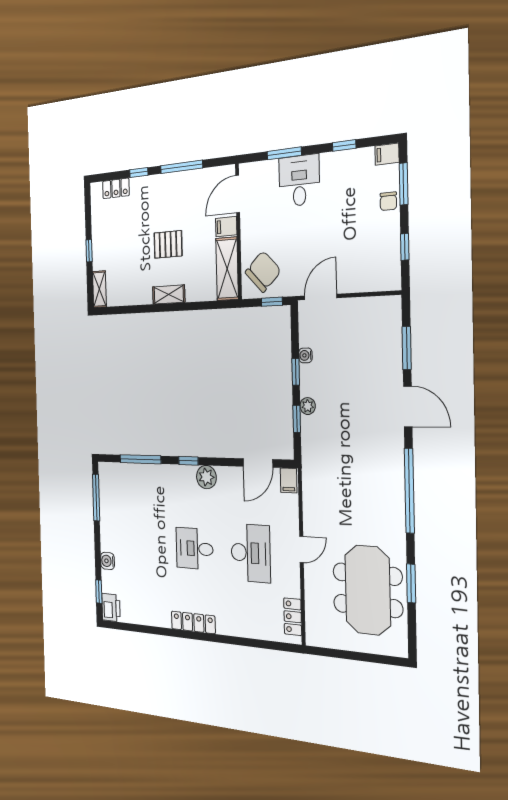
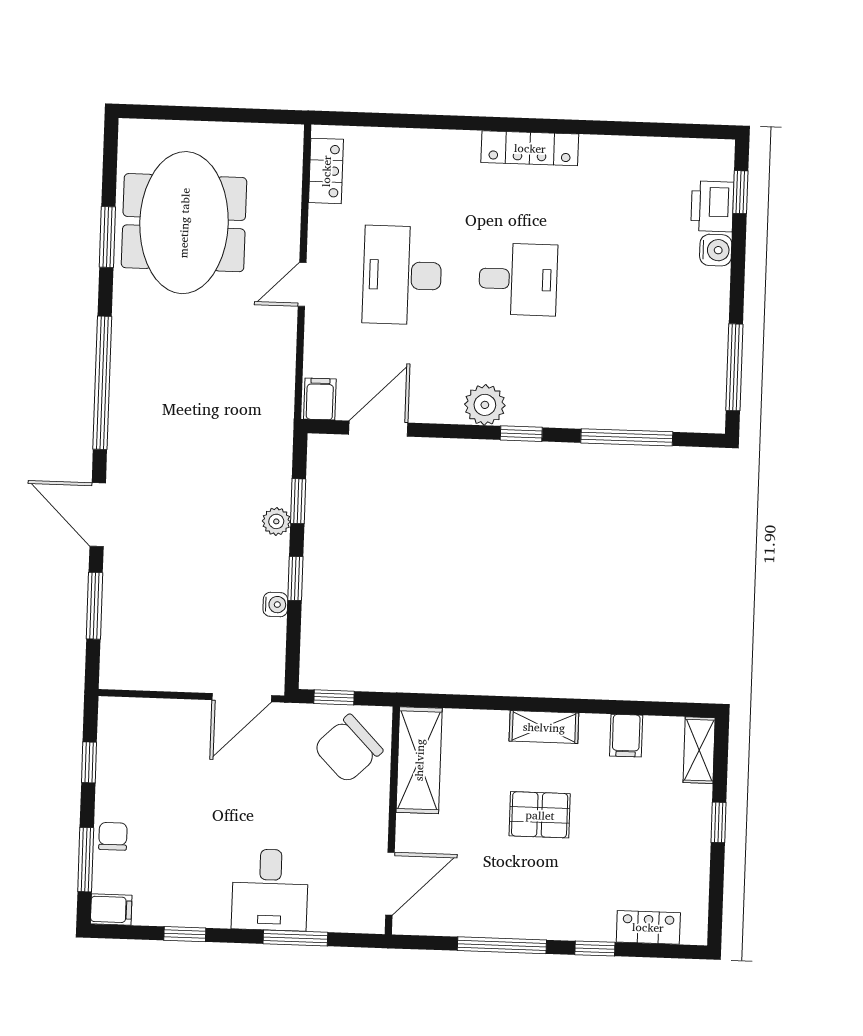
filing cabinet: (226, 227) -> (626, 736), moved, turned 90
printer: (111, 608) -> (712, 206), moved

